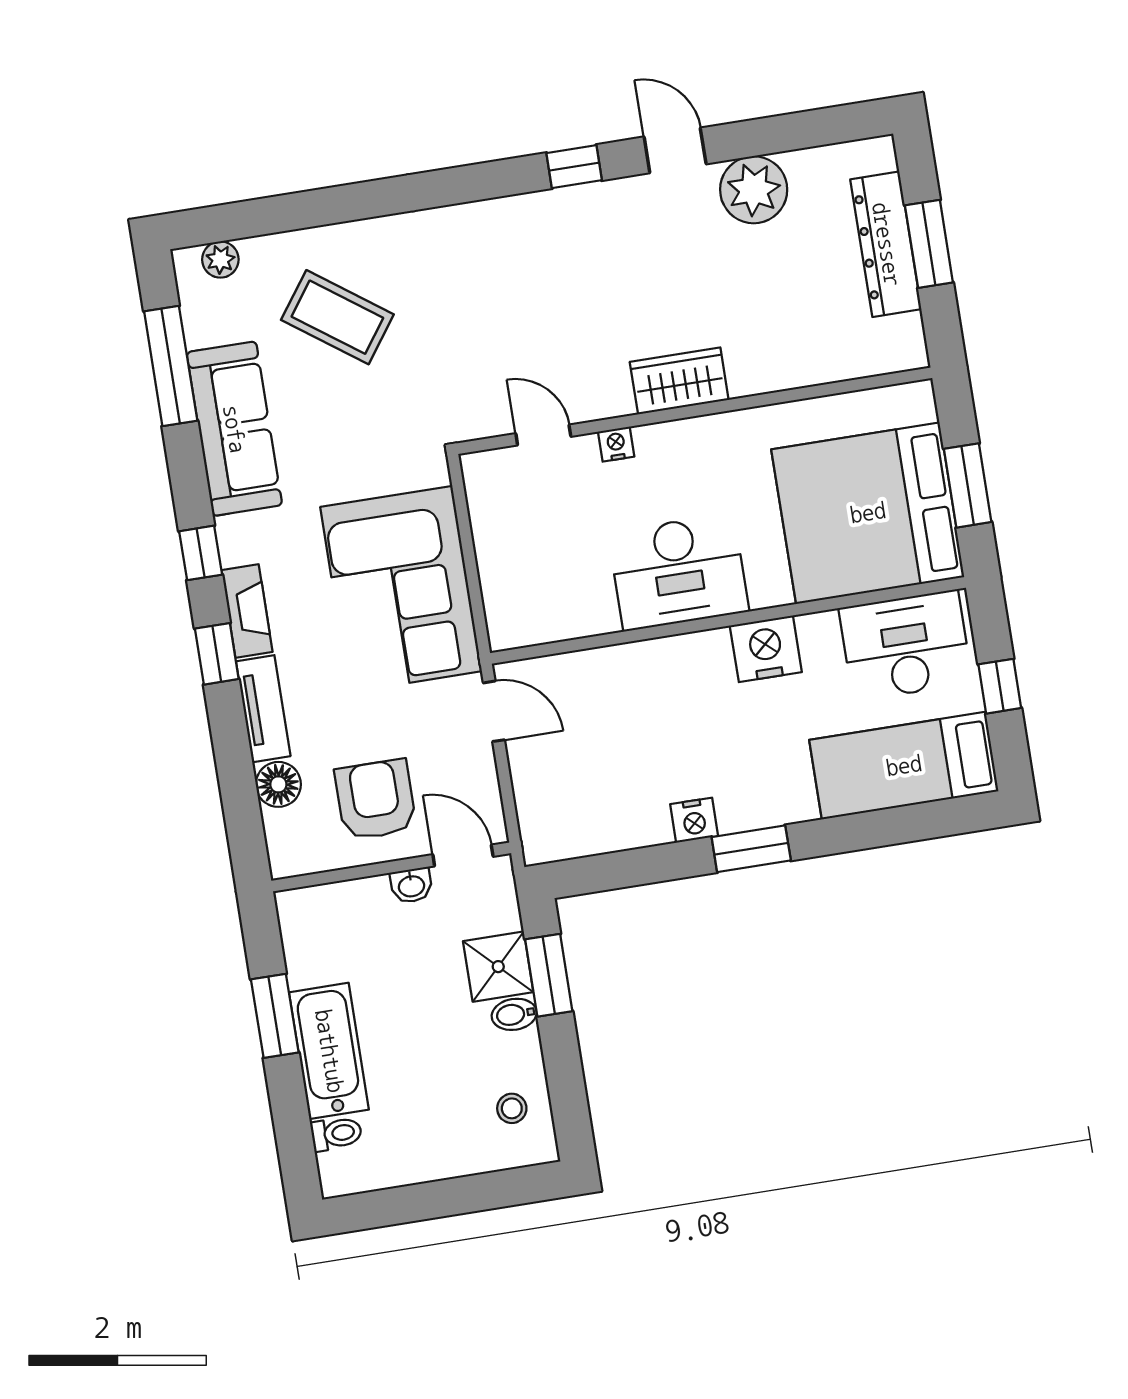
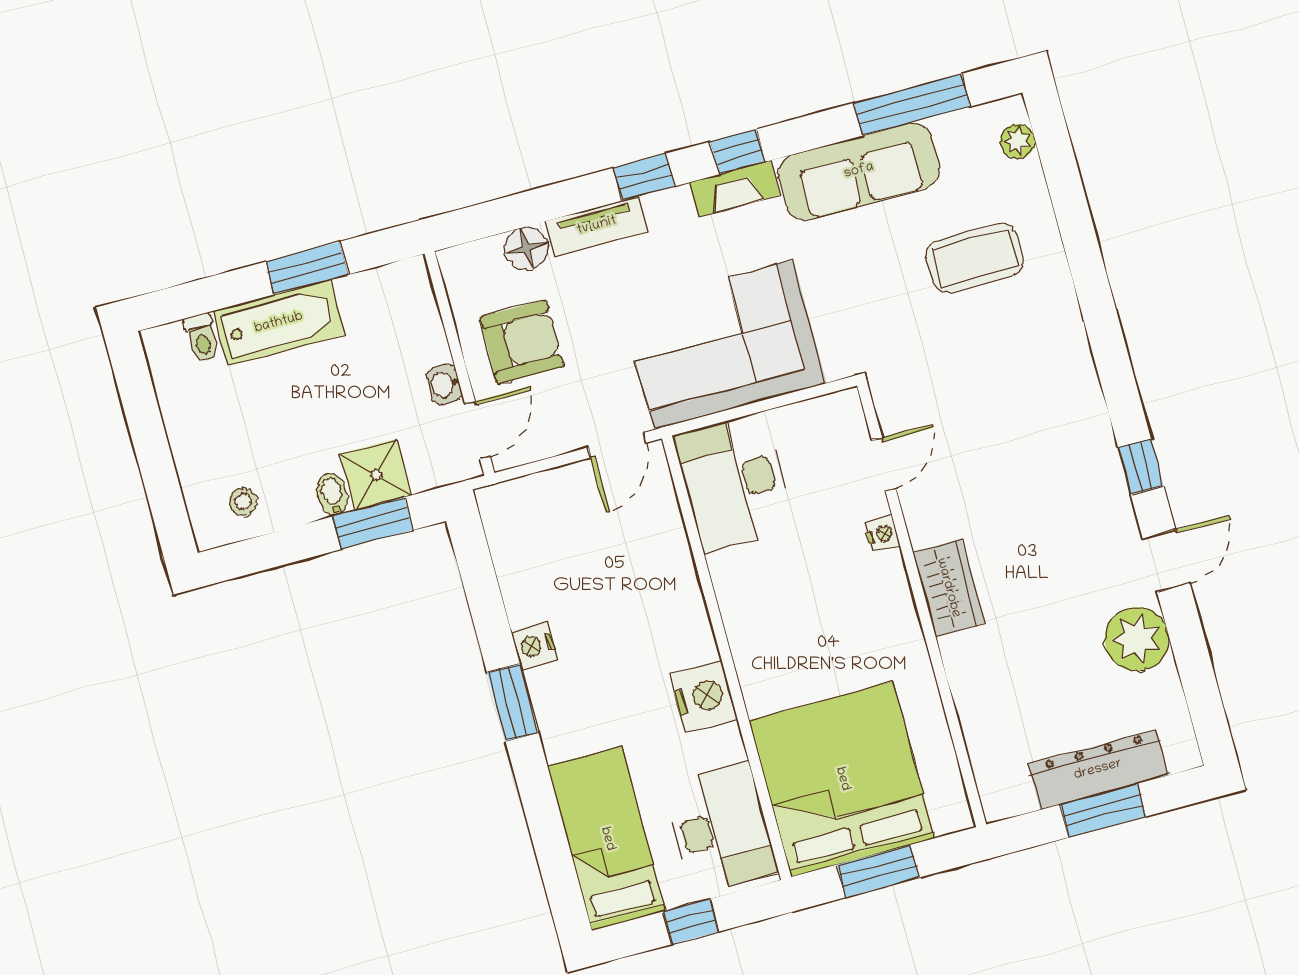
coffee table: (337, 317) -> (975, 258), turned 54
desk: (678, 572) -> (734, 482), moved
fireplace: (247, 611) -> (735, 189), moved

